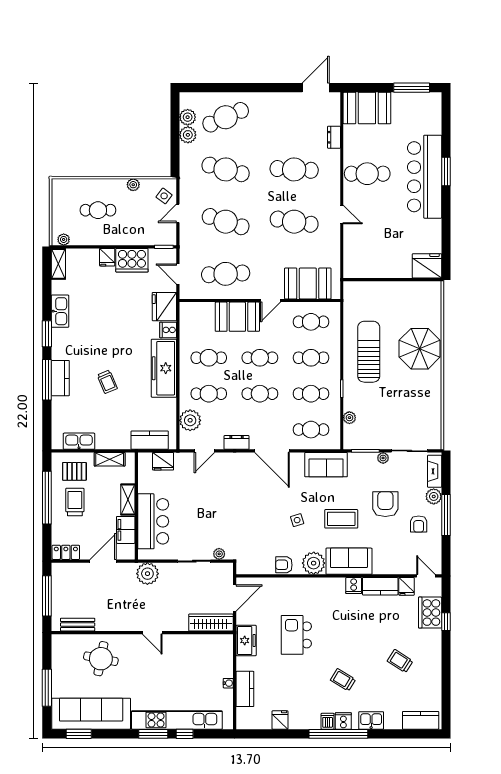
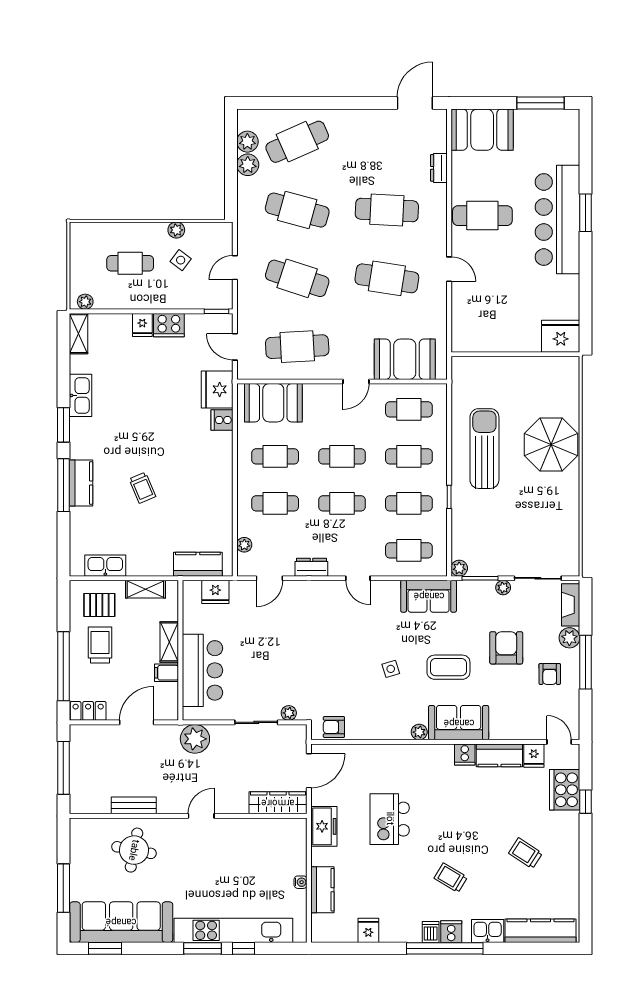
side table: (164, 196) -> (181, 260), moved
cooker: (132, 260) -> (169, 325), width x0.73, depth x0.76
booth: (237, 317) -> (273, 403), moved
freezer: (164, 368) -> (217, 470), removed
plant: (349, 418) -> (459, 568), moved
plant: (190, 420) -> (244, 545), width x0.53, depth x0.53
door: (272, 451) -> (358, 578), width x0.53
window: (47, 498) -> (63, 666), moved
filing cabinet: (126, 530) -> (166, 673), width x0.50
plant: (314, 563) -> (419, 732), width x0.53, depth x0.53
armchair: (284, 565) -> (334, 727), moved
bench: (78, 625) -> (134, 805), moved
door: (152, 633) -> (201, 816), swing flipped
kitchen counter: (421, 720) -> (540, 931), width x1.50

